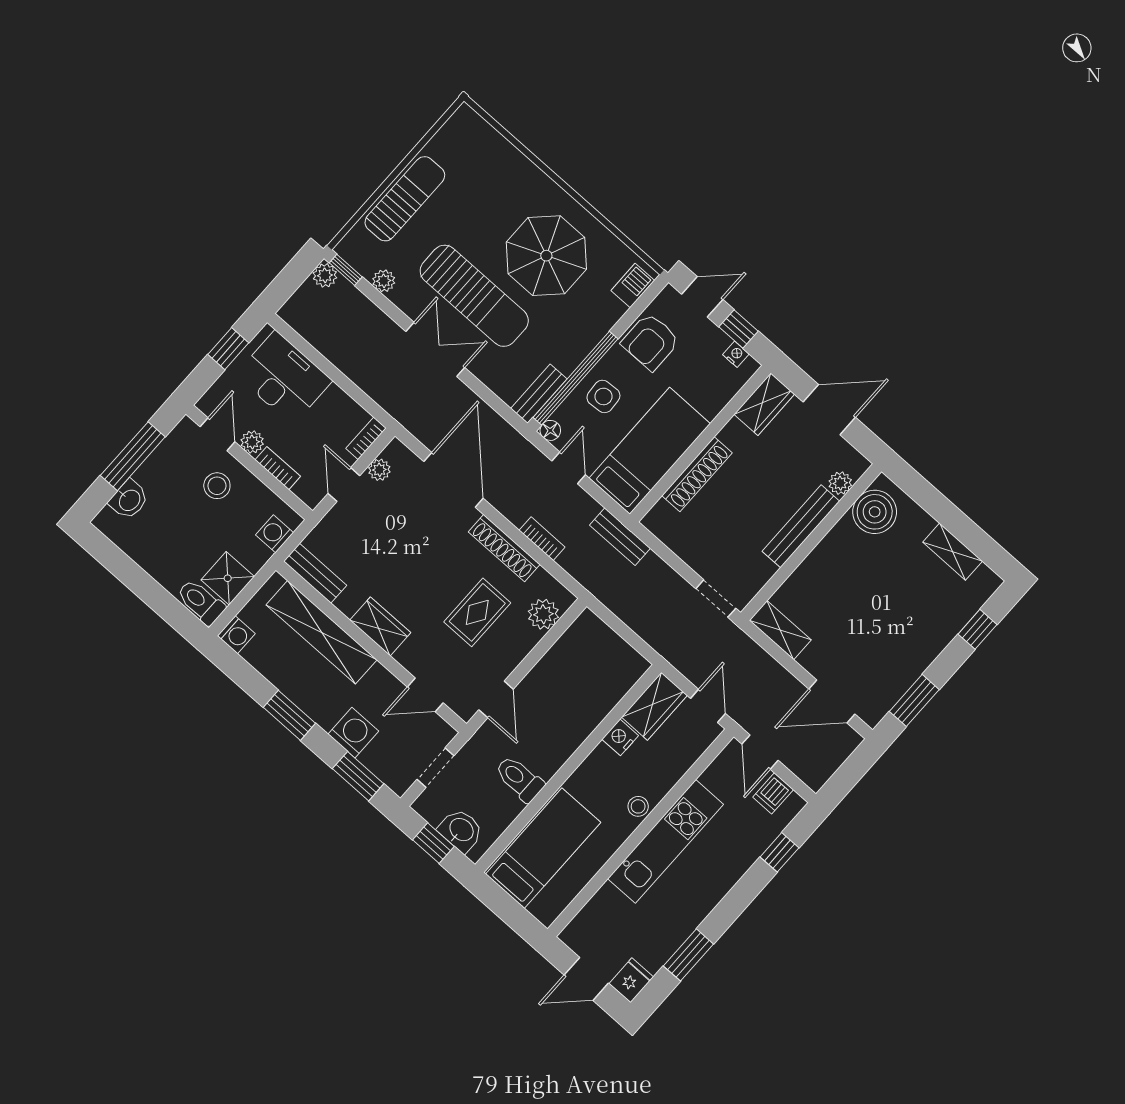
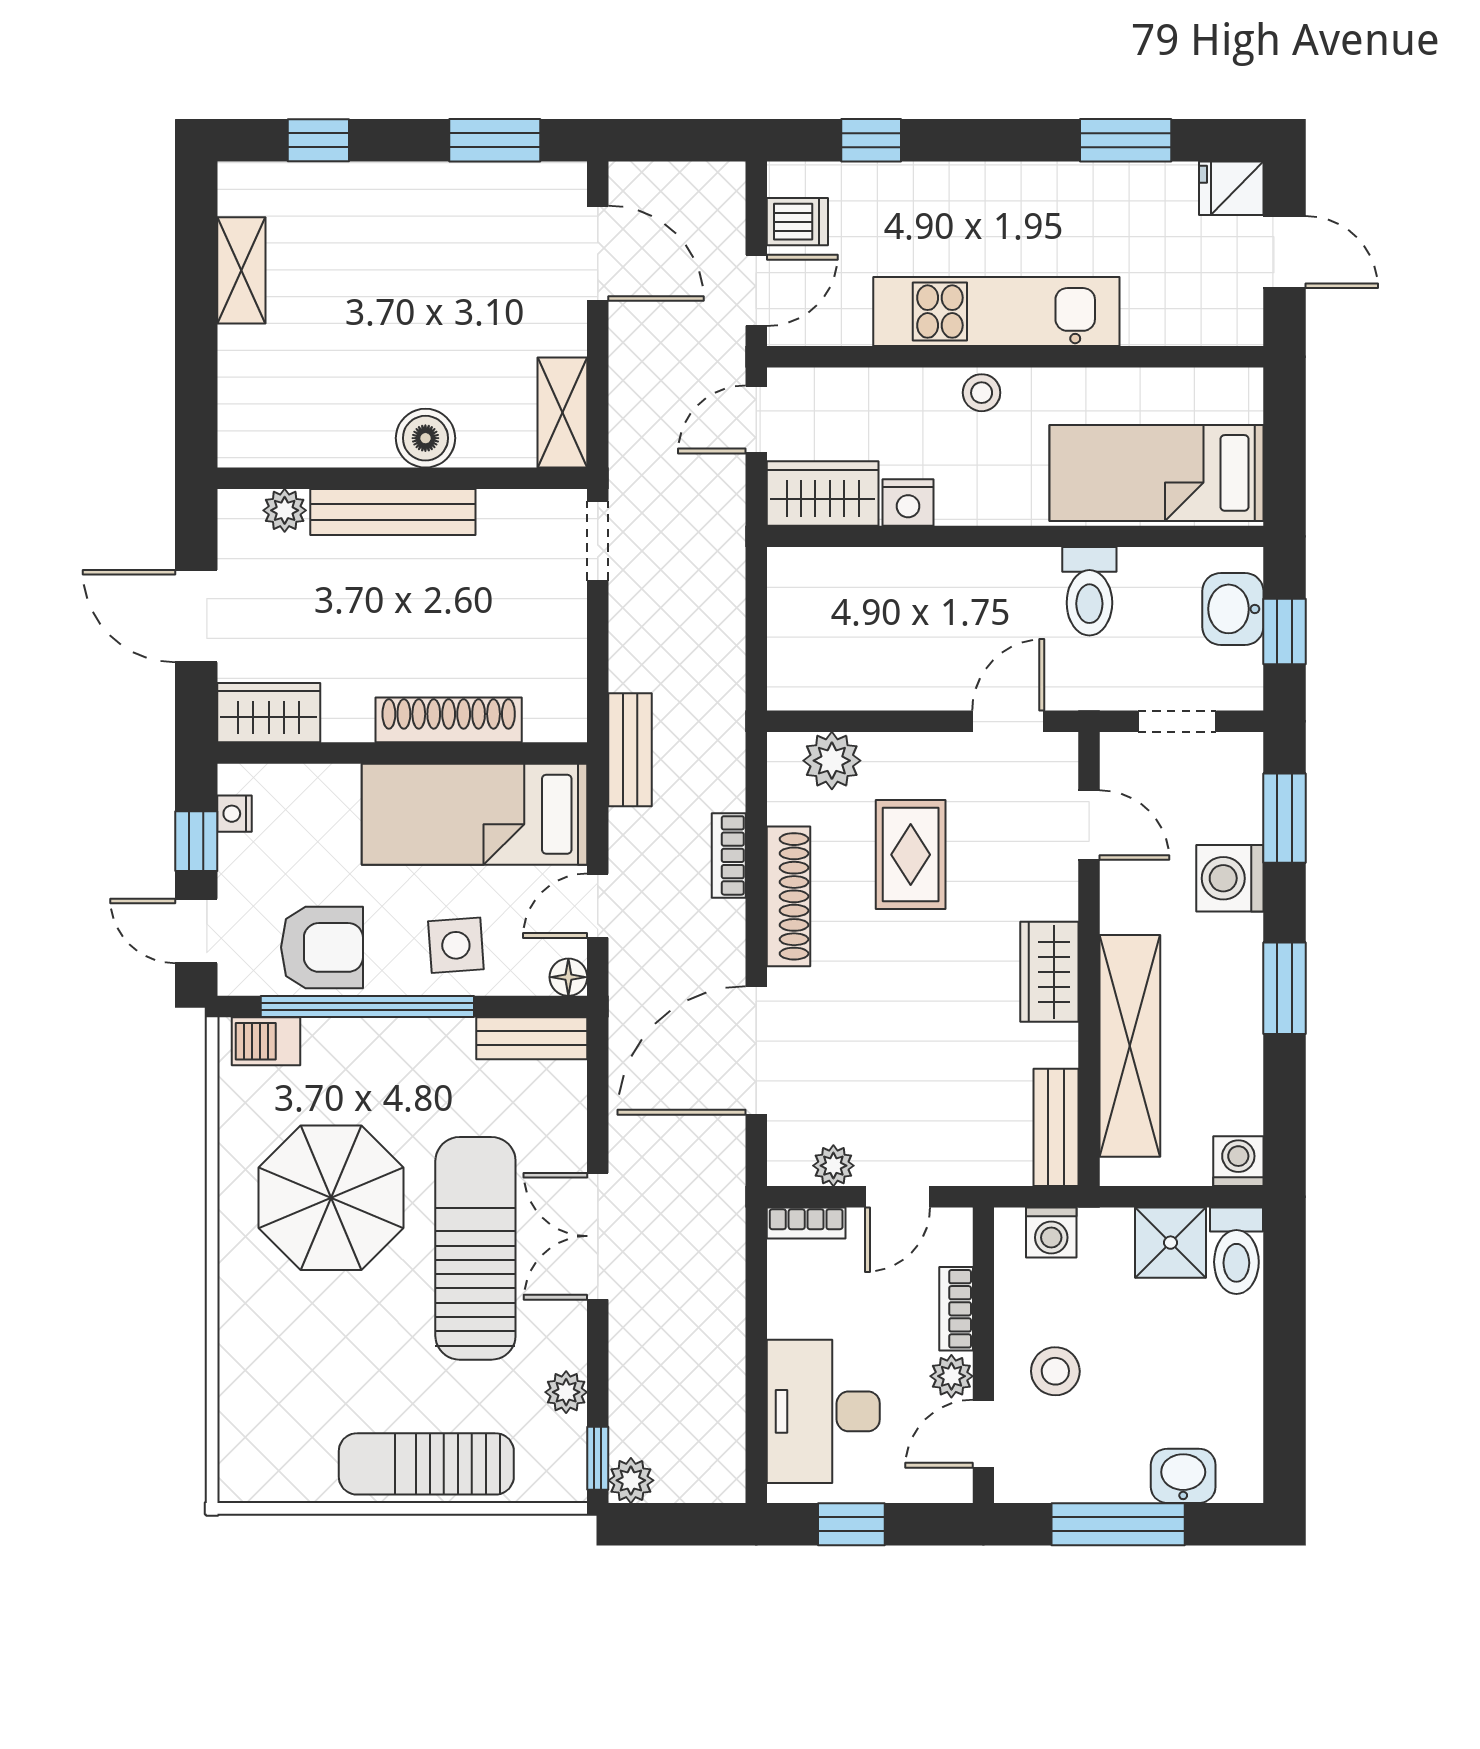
window: (576, 378) -> (367, 1007), moved
boiler: (875, 512) -> (425, 438), moved, width x0.73, depth x0.73
rug: (477, 612) -> (911, 855), turned 90

